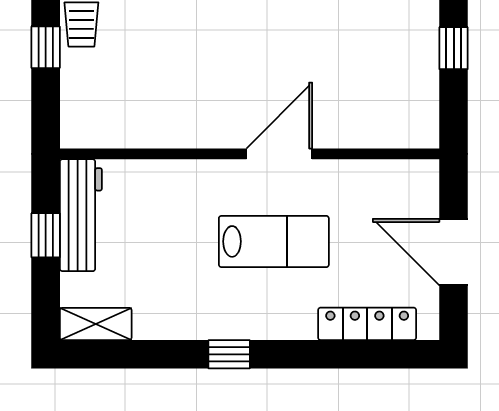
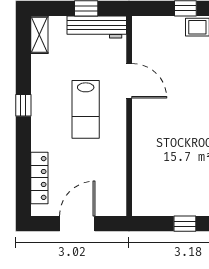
door: (279, 154) -> (129, 81), moved
lab bench: (274, 241) -> (86, 109), moved

